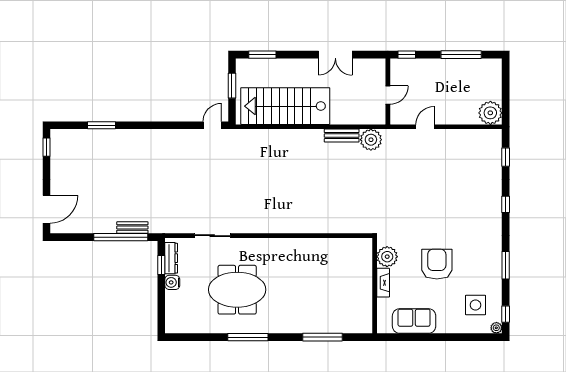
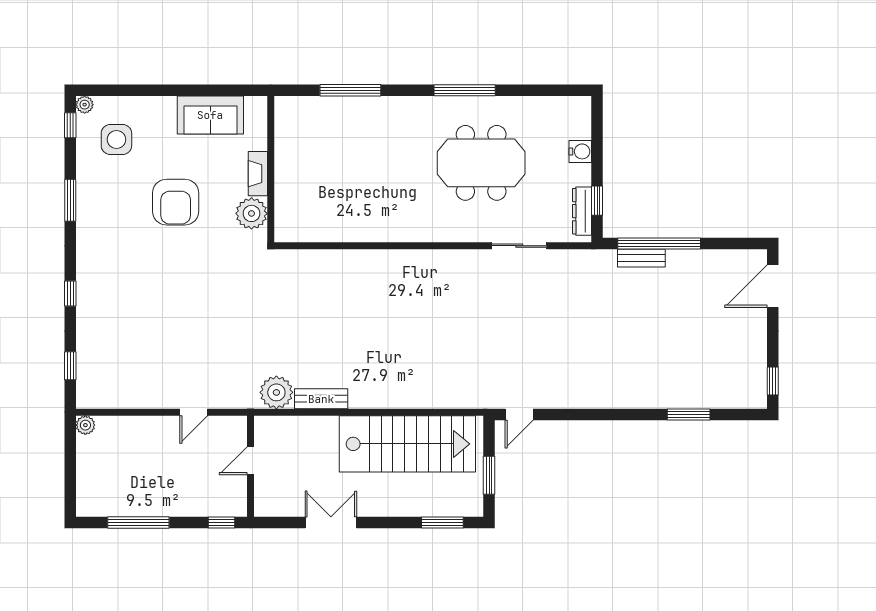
plant: (490, 113) -> (85, 425), width x0.53, depth x0.53
water cooler: (172, 282) -> (580, 151), moved

